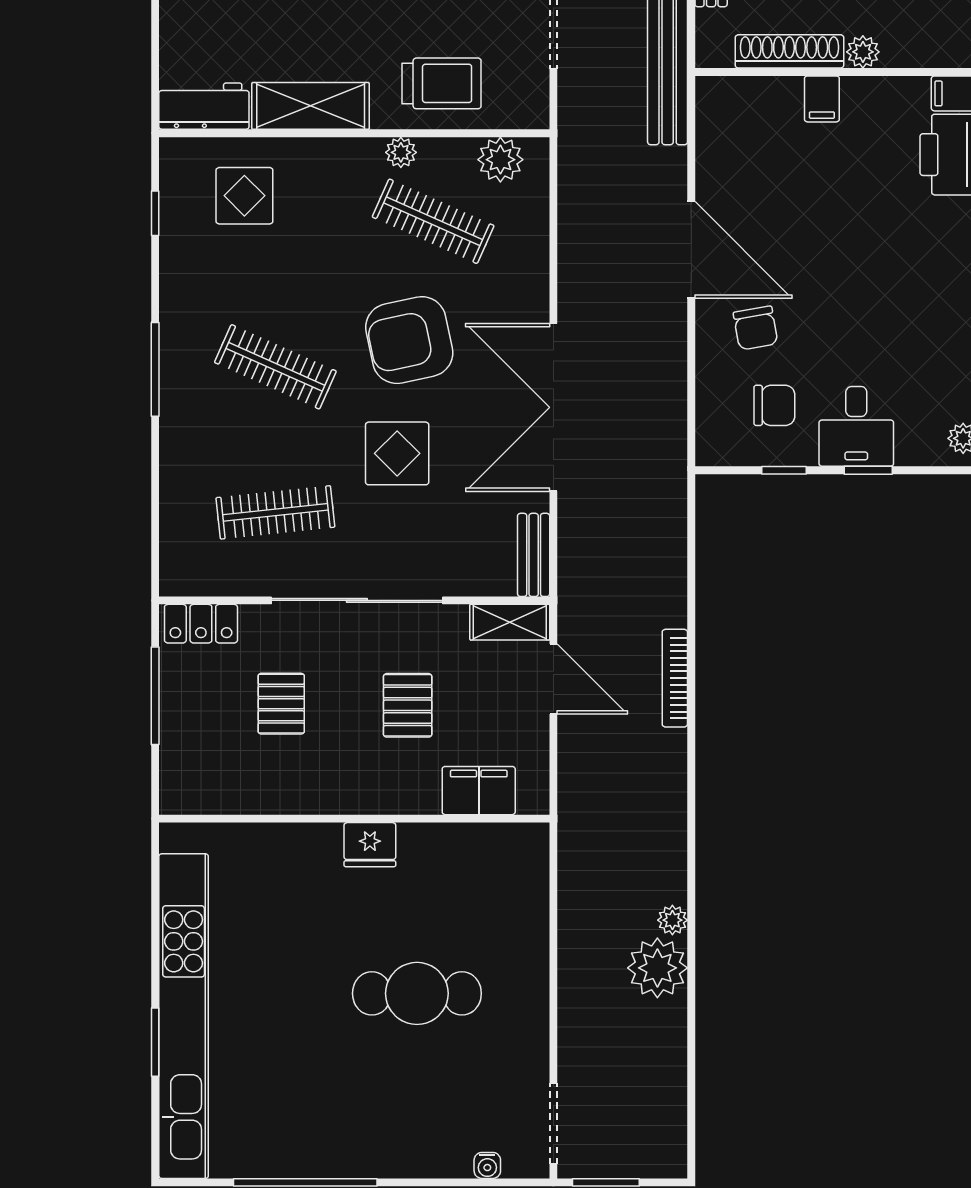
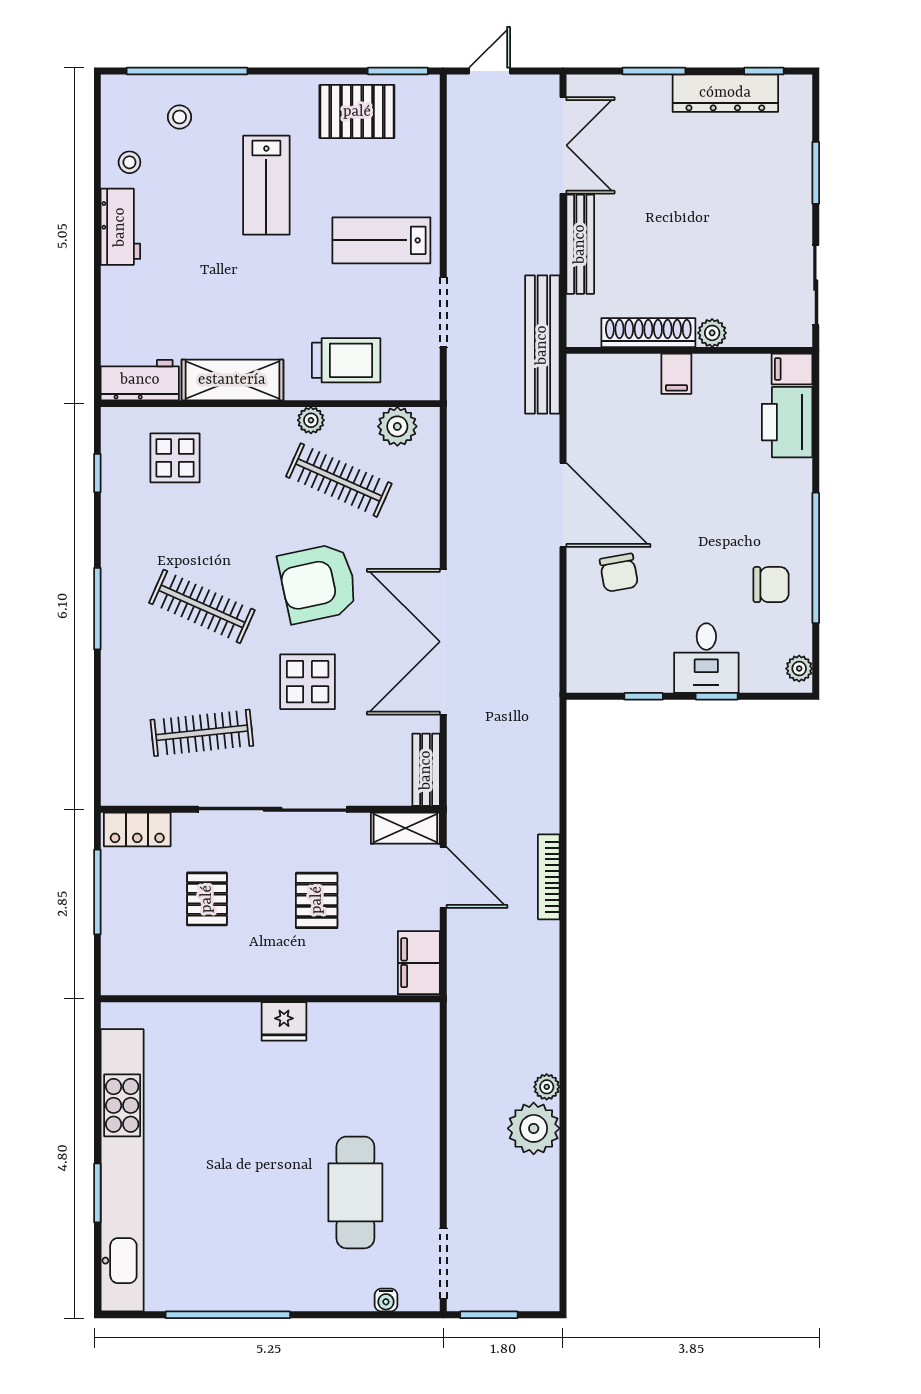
chair: (774, 405) -> (771, 585), moved
filing cabinet: (479, 791) -> (419, 963), moved, turned -90
cafe table: (417, 993) -> (355, 1192), moved, turned 90

